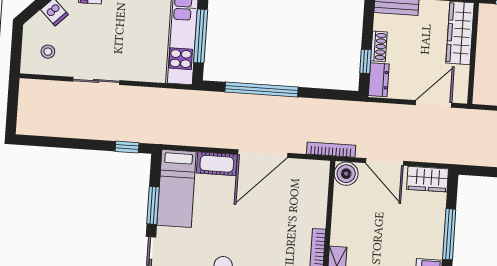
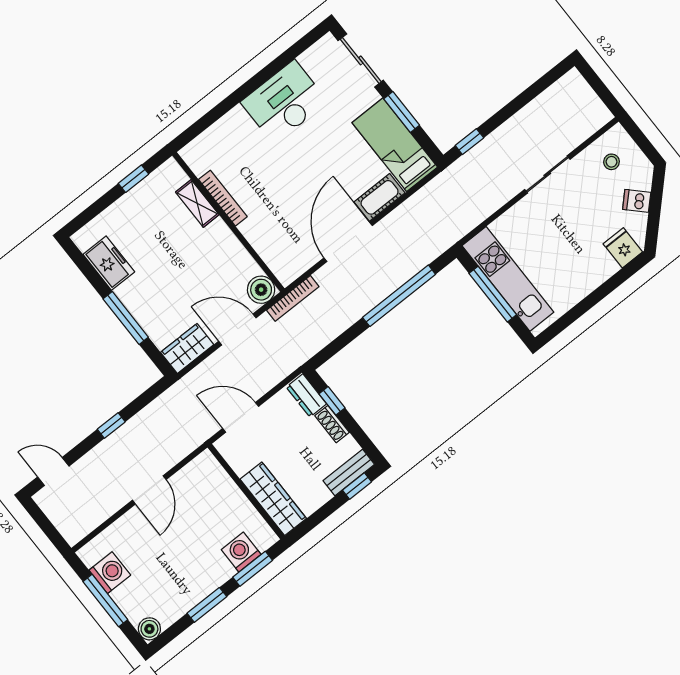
door: (434, 104) -> (241, 417), swing flipped

